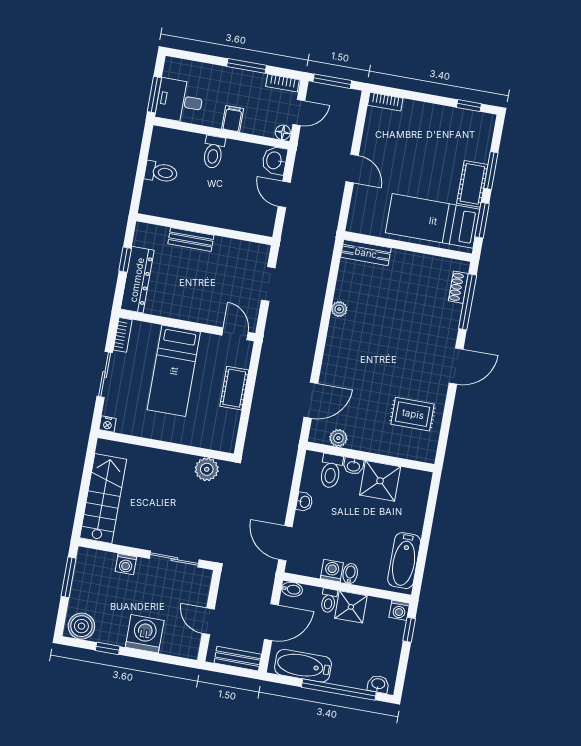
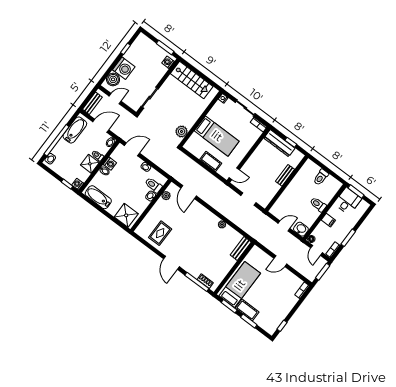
bed: (174, 371) -> (217, 136), moved, turned 180
shower: (380, 481) -> (126, 215), moved
washing machine: (126, 564) -> (168, 62), moved
door: (271, 622) -> (101, 126), swing flipped
boiler: (81, 626) -> (113, 79), moved

